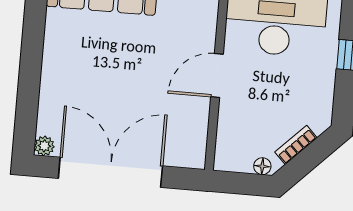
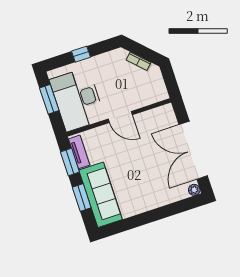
floor lamp: (262, 166) -> (157, 74), removed

